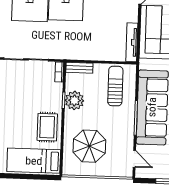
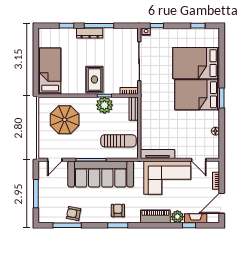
rug: (47, 127) -> (94, 79), moved, turned 90

